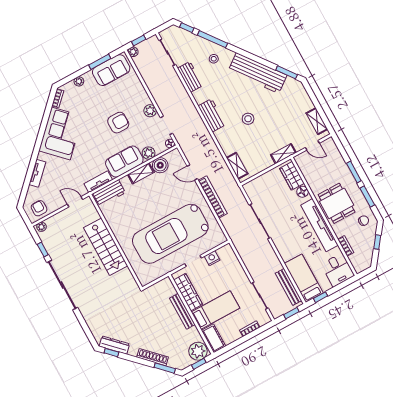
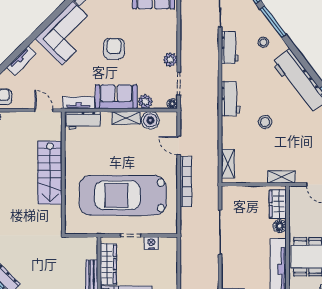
armchair: (118, 123) -> (114, 49), moved, turned -89

